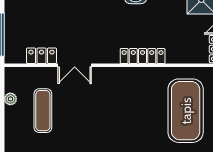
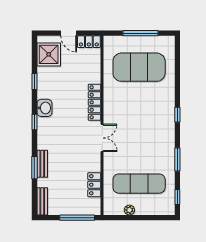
double door: (75, 65) -> (102, 138), moved
exercise mat: (43, 111) -> (139, 184), width x1.36, depth x1.45

